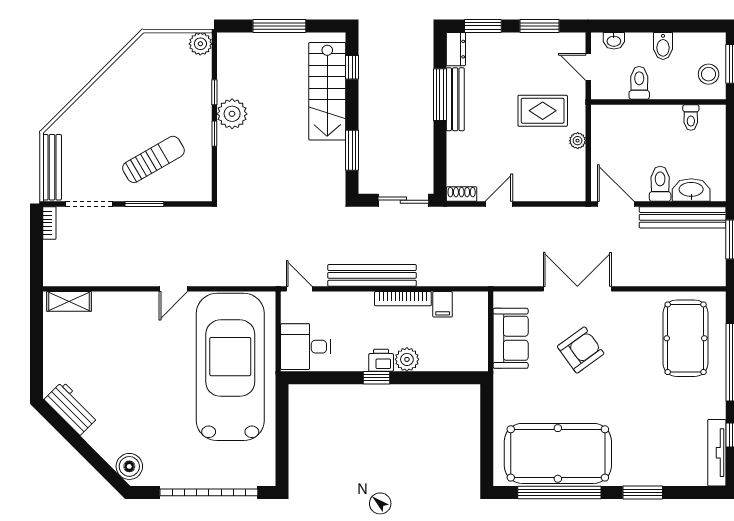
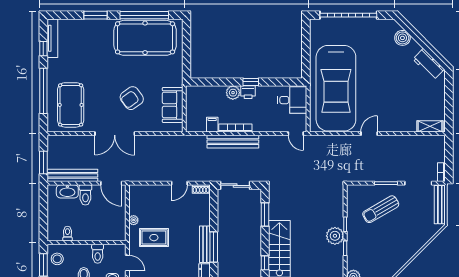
bench: (372, 275) -> (233, 142), moved
double door: (577, 289) -> (115, 134), moved
boiler: (129, 466) -> (402, 38), moved

